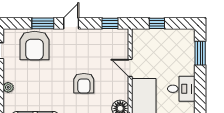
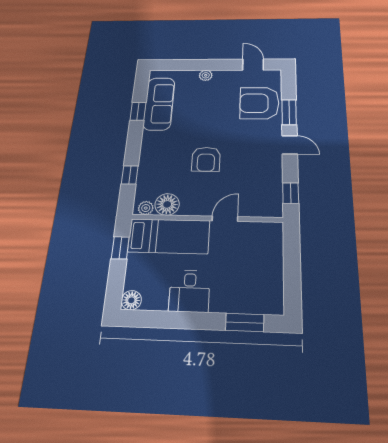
window: (157, 23) -> (292, 258), removed
armchair: (84, 83) -> (206, 159), turned -90

